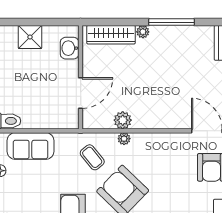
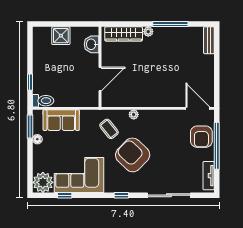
plant: (123, 120) -> (133, 100), removed

